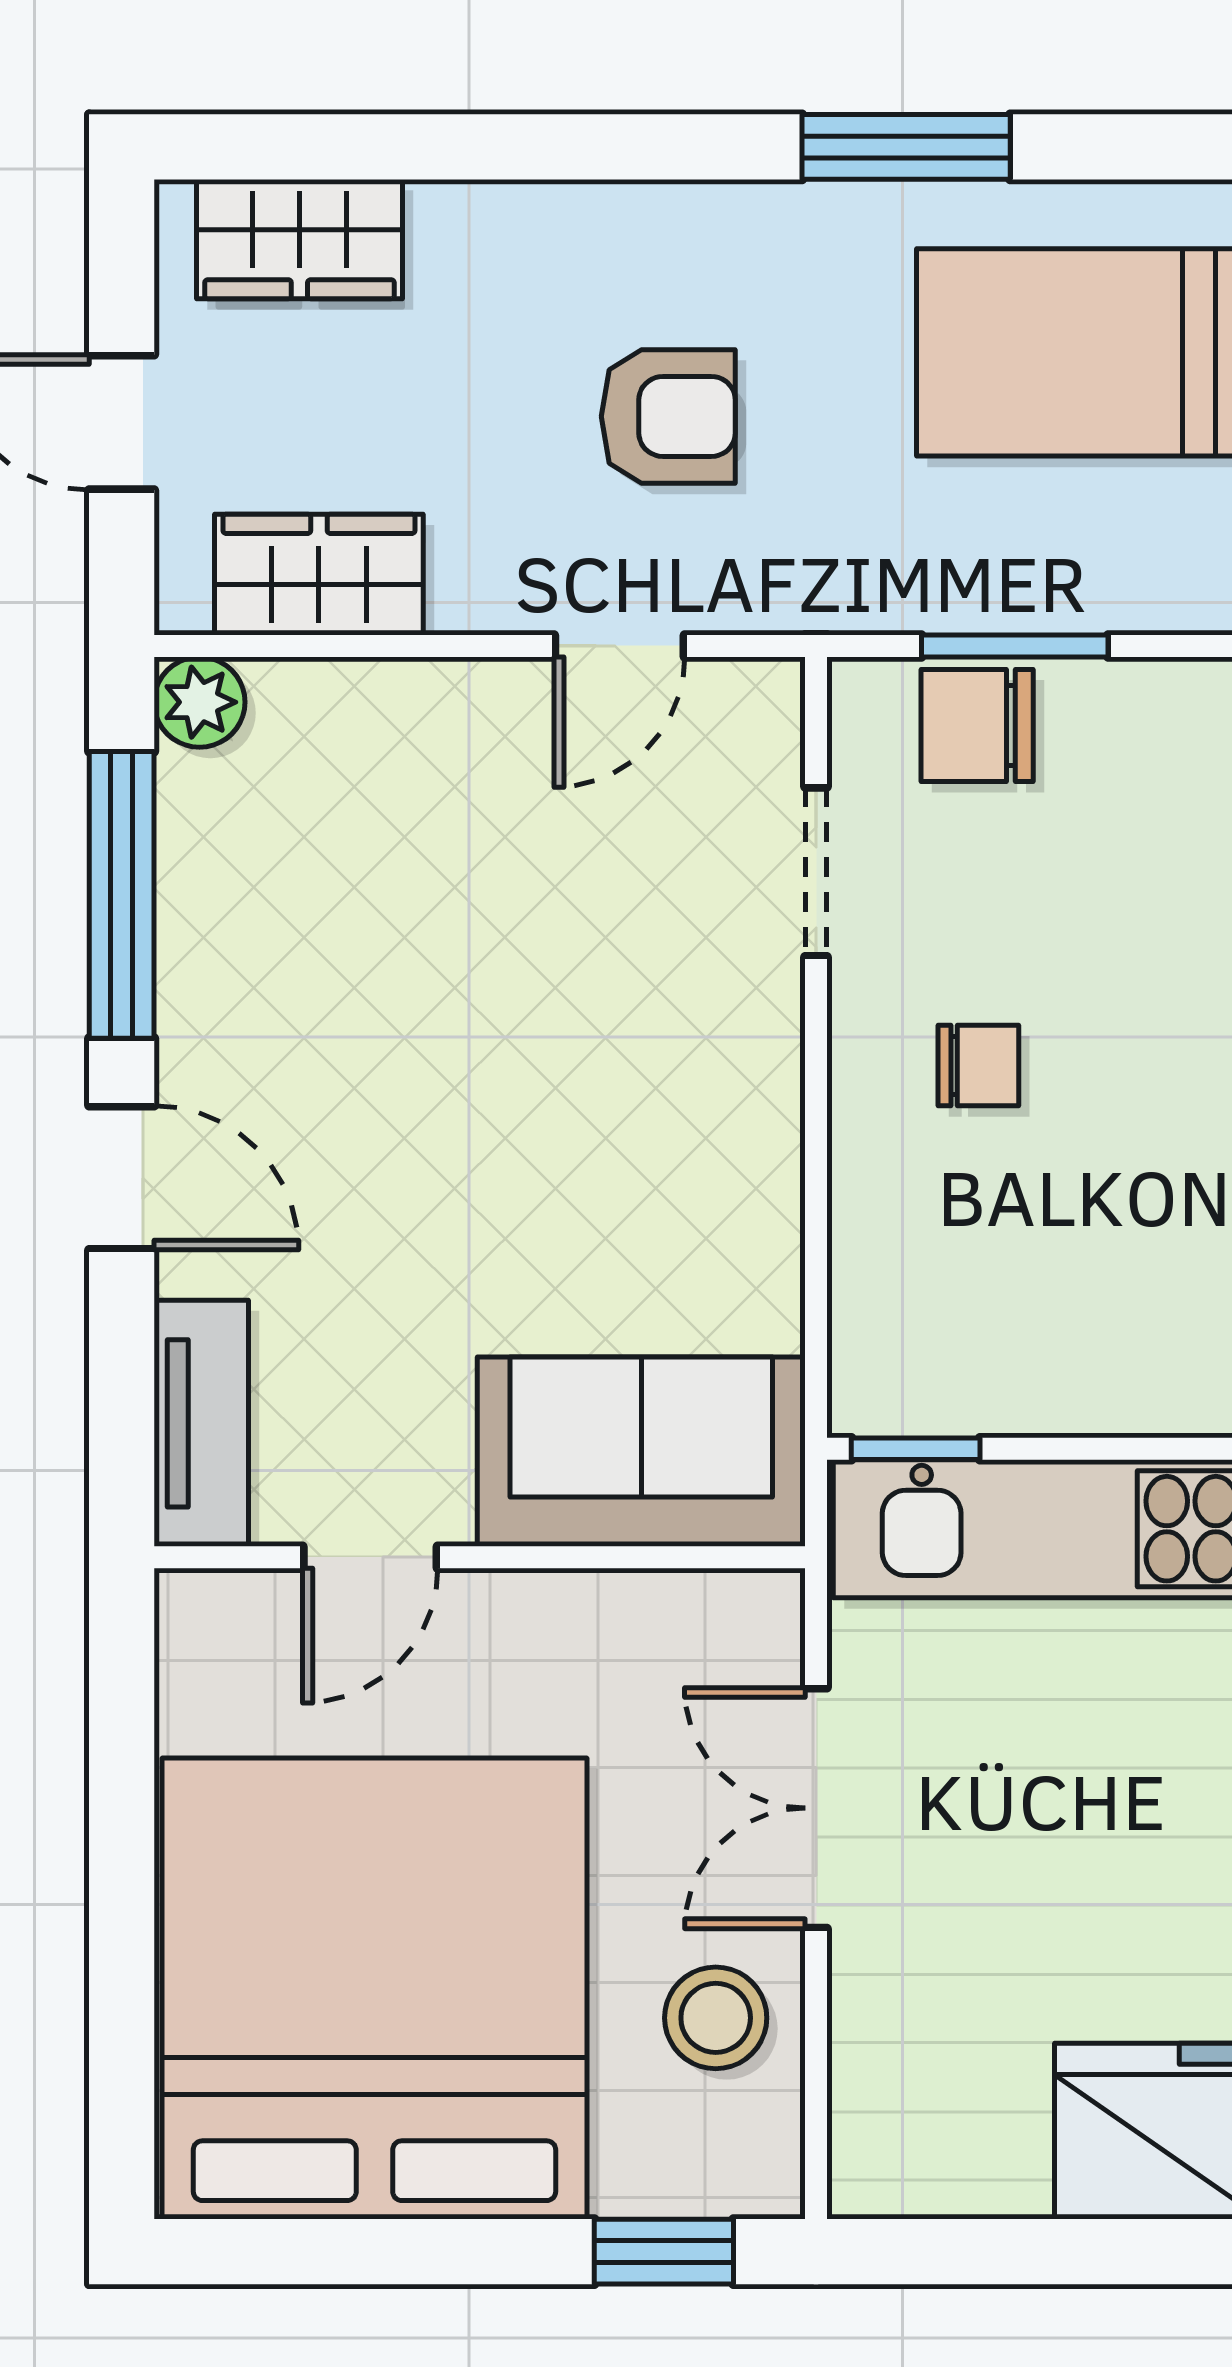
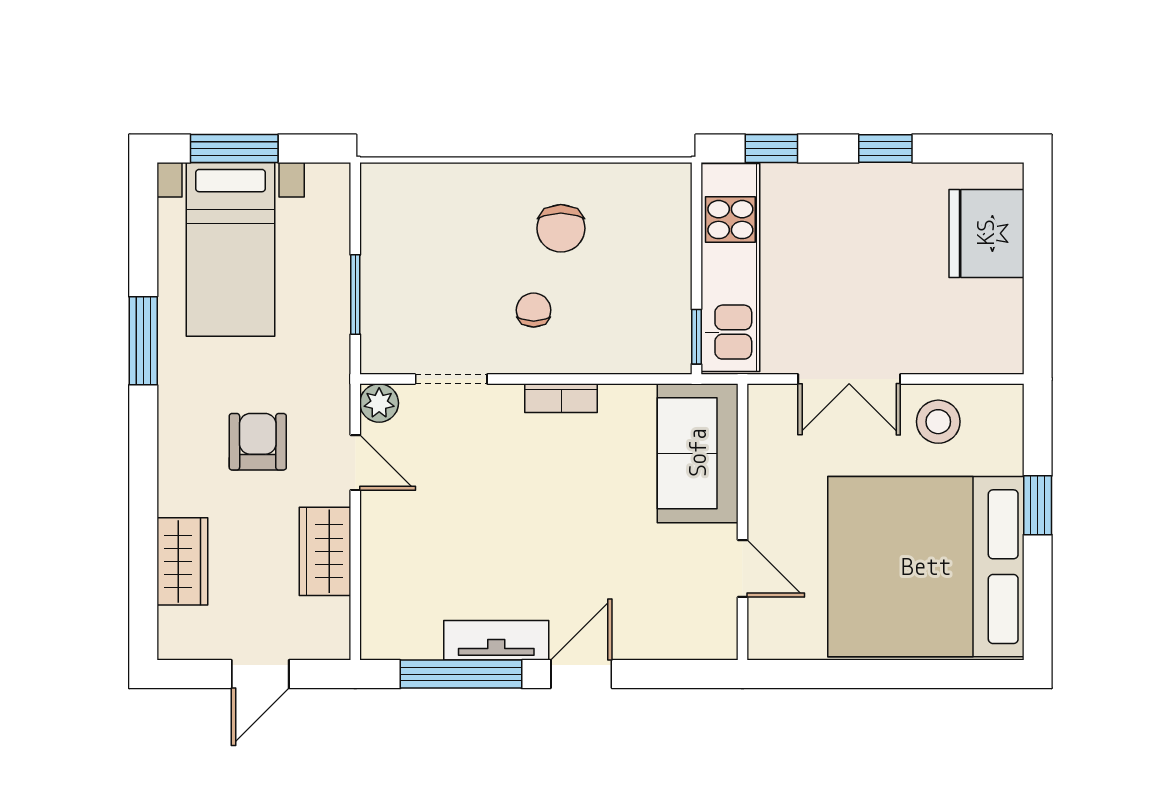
wardrobe: (299, 239) -> (182, 561), moved
wardrobe: (319, 575) -> (325, 551), moved
plant: (200, 702) -> (379, 403), moved
chair: (977, 725) -> (561, 228), moved
bookcase: (771, 1130) -> (561, 398), added
tv unit: (201, 1423) -> (496, 640), moved
window: (664, 2252) -> (1038, 505), moved

